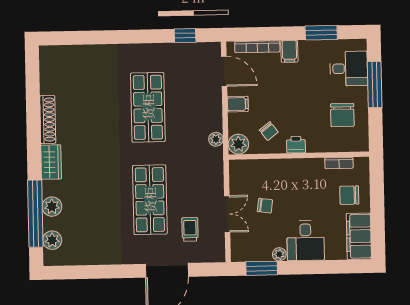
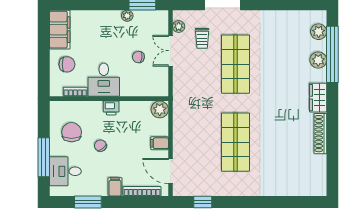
chair: (269, 131) -> (100, 146), moved
plant: (216, 139) -> (179, 27), moved
desk: (306, 241) -> (104, 80), moved, turned 180

